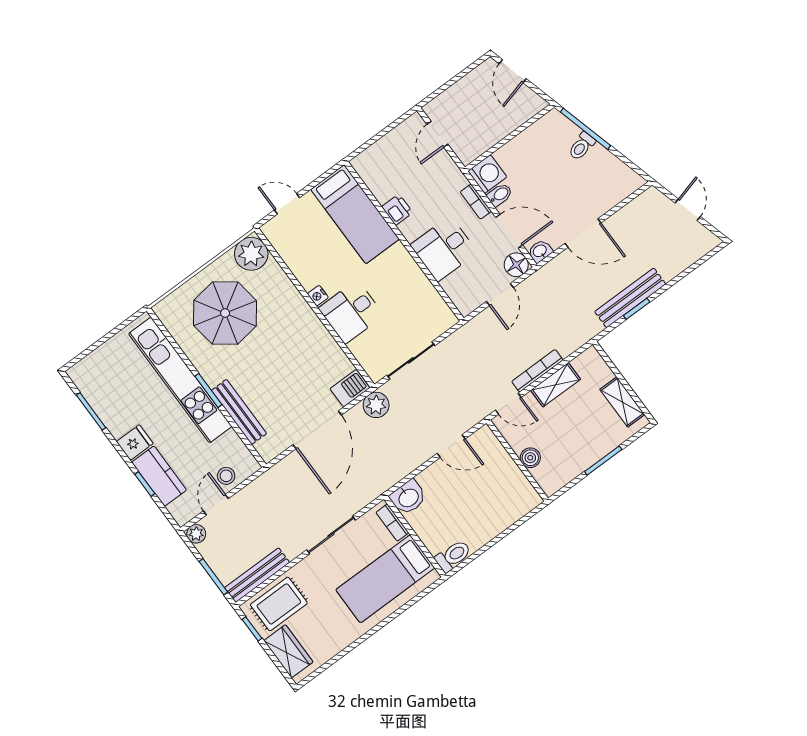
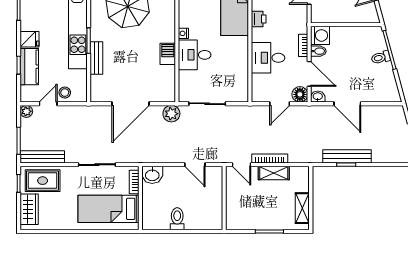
barbecue: (350, 388) -> (168, 54), moved, turned -90
bench: (239, 412) -> (96, 58), width x0.73
boiler: (530, 458) -> (232, 202), removed
toilet: (453, 556) -> (177, 219), moved, turned -90

